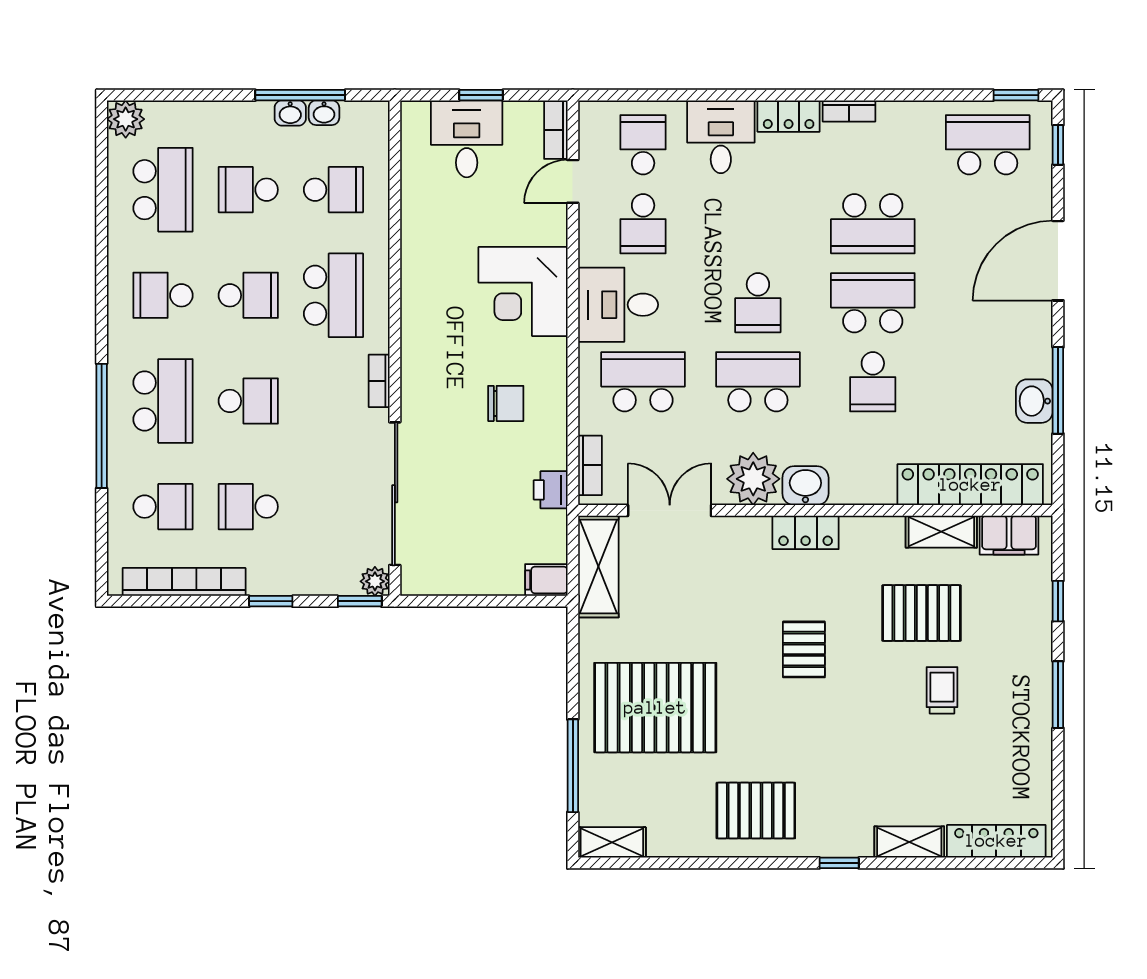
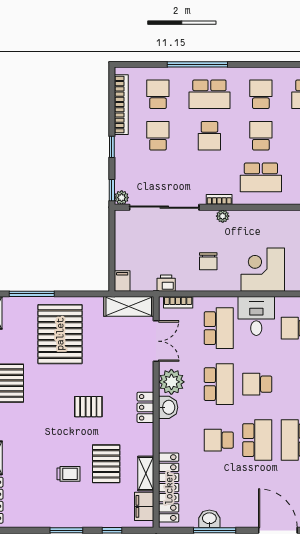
school desk: (248, 295) -> (261, 136), turned 180
plant: (413, 374) -> (223, 216), added
school desk: (163, 507) -> (158, 94), turned 180

